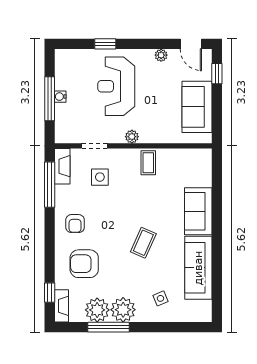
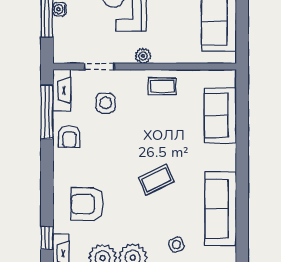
coffee table: (148, 163) -> (162, 86), turned 90
sofa: (198, 211) -> (220, 115), moved
armchair: (75, 224) -> (69, 137), moved
coffee table: (143, 243) -> (156, 180), turned 41

